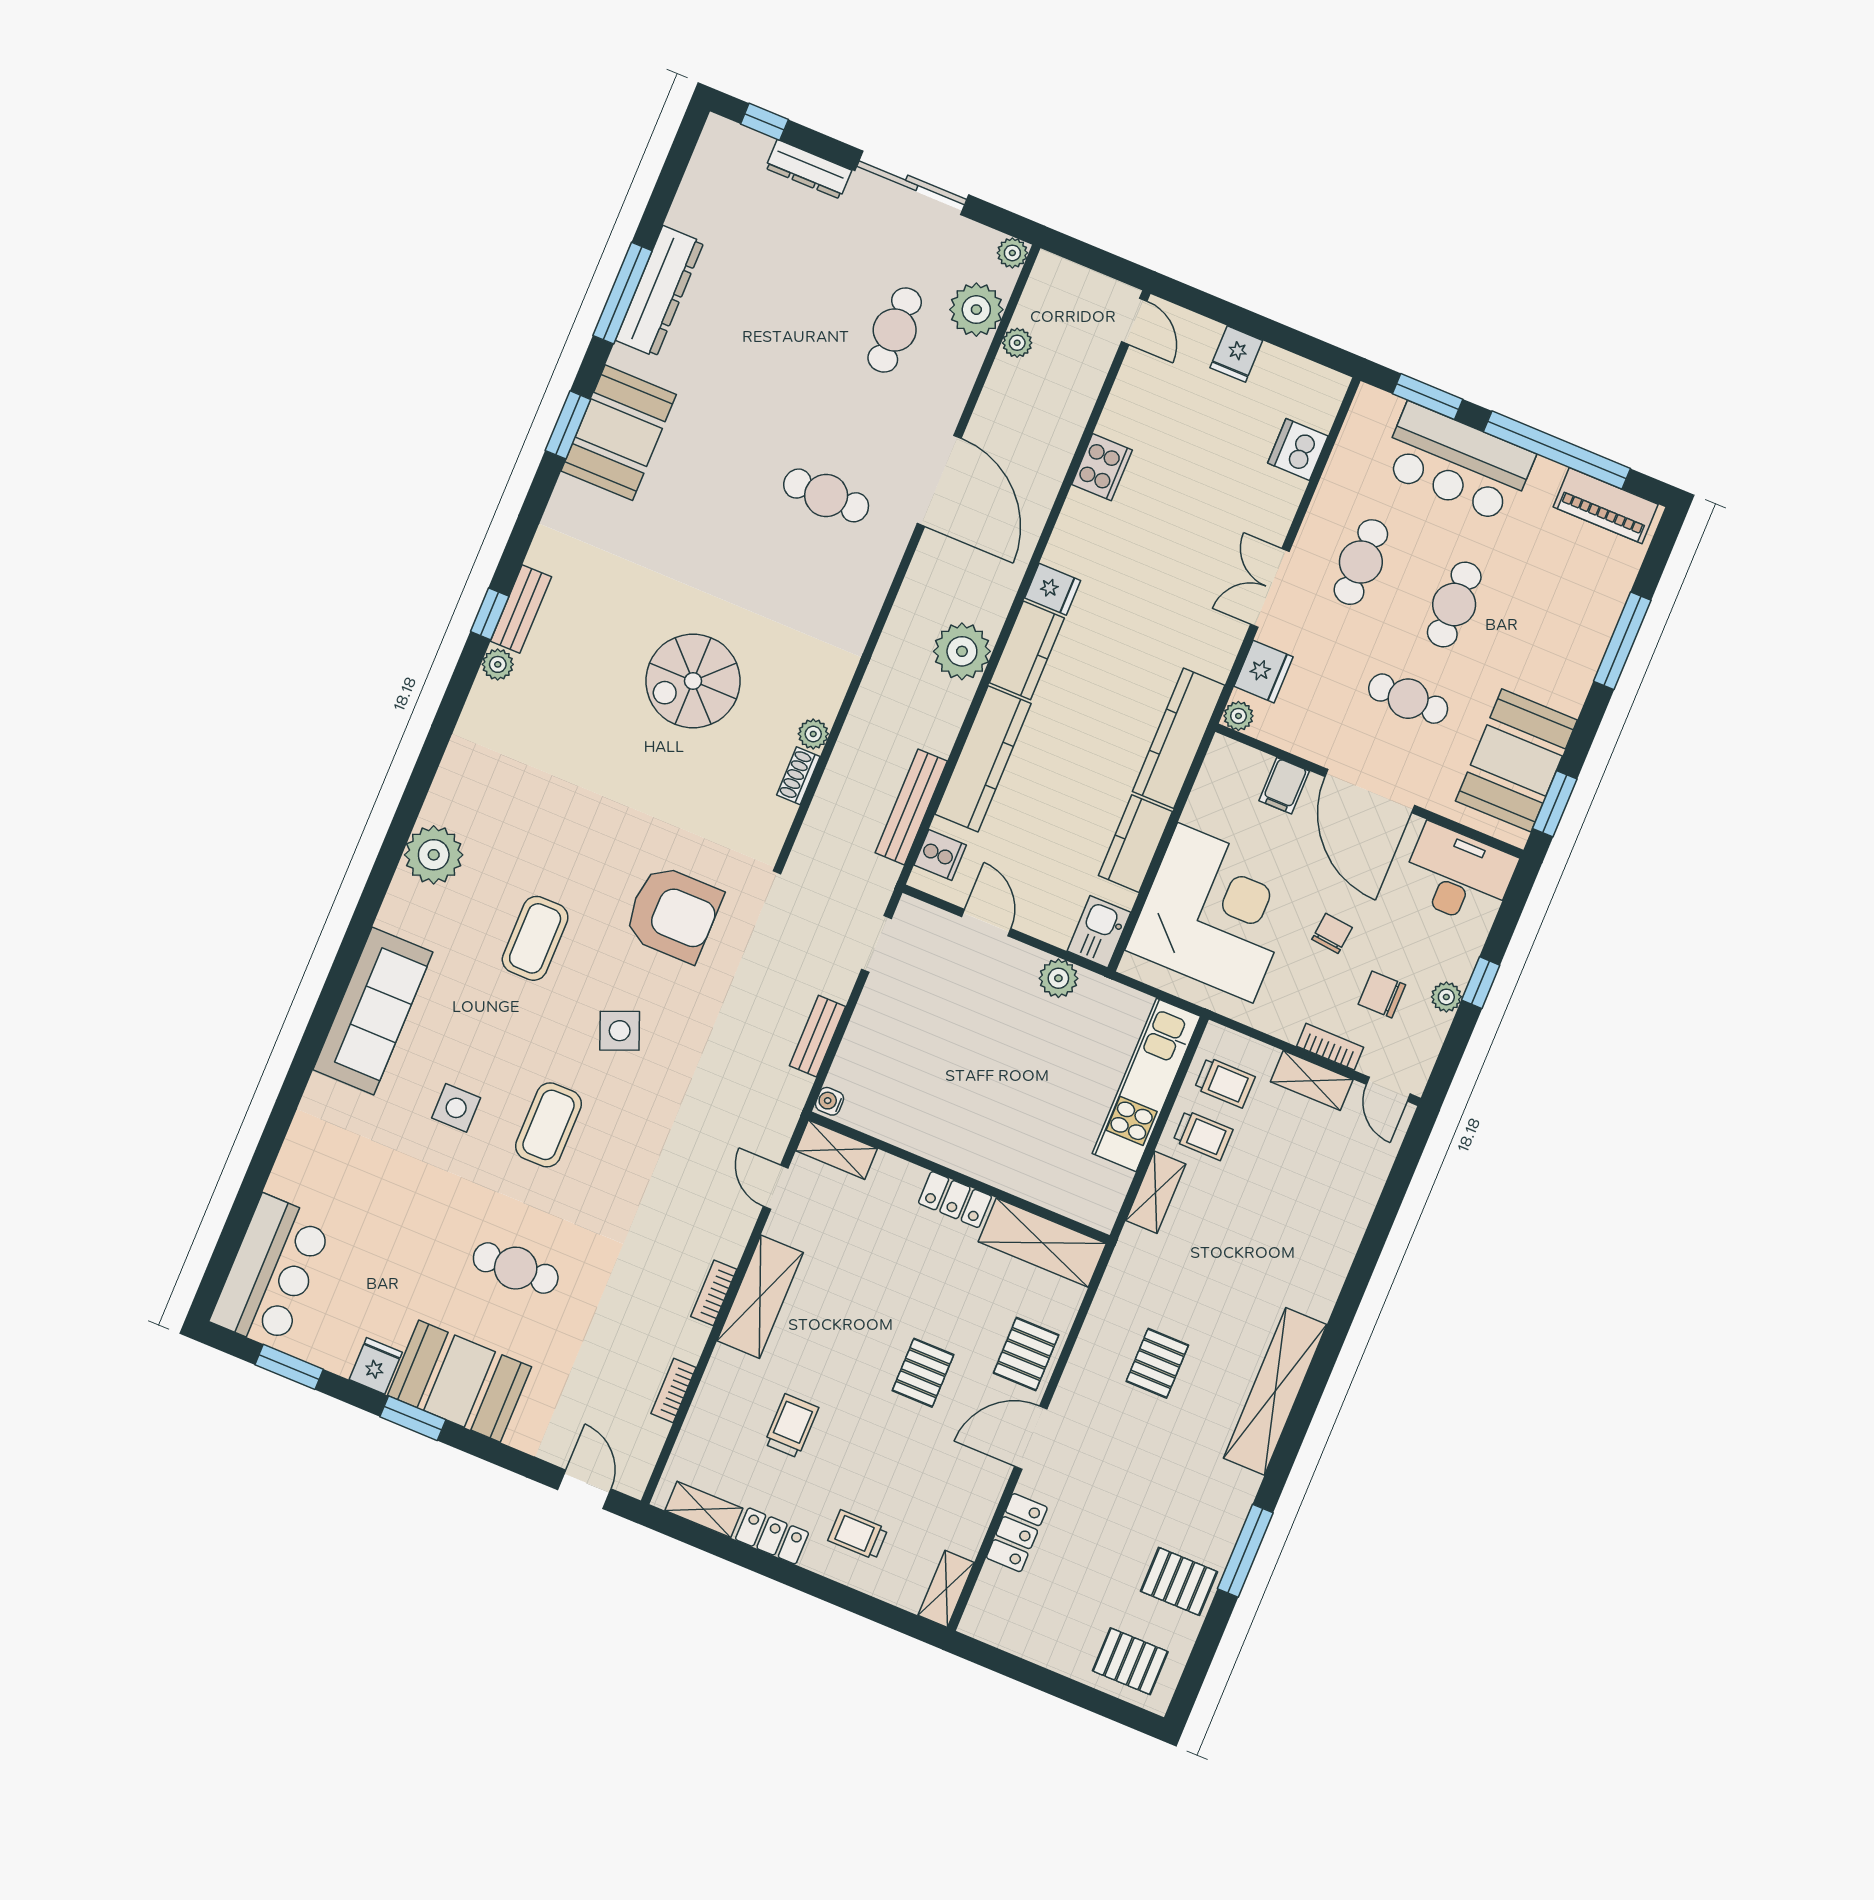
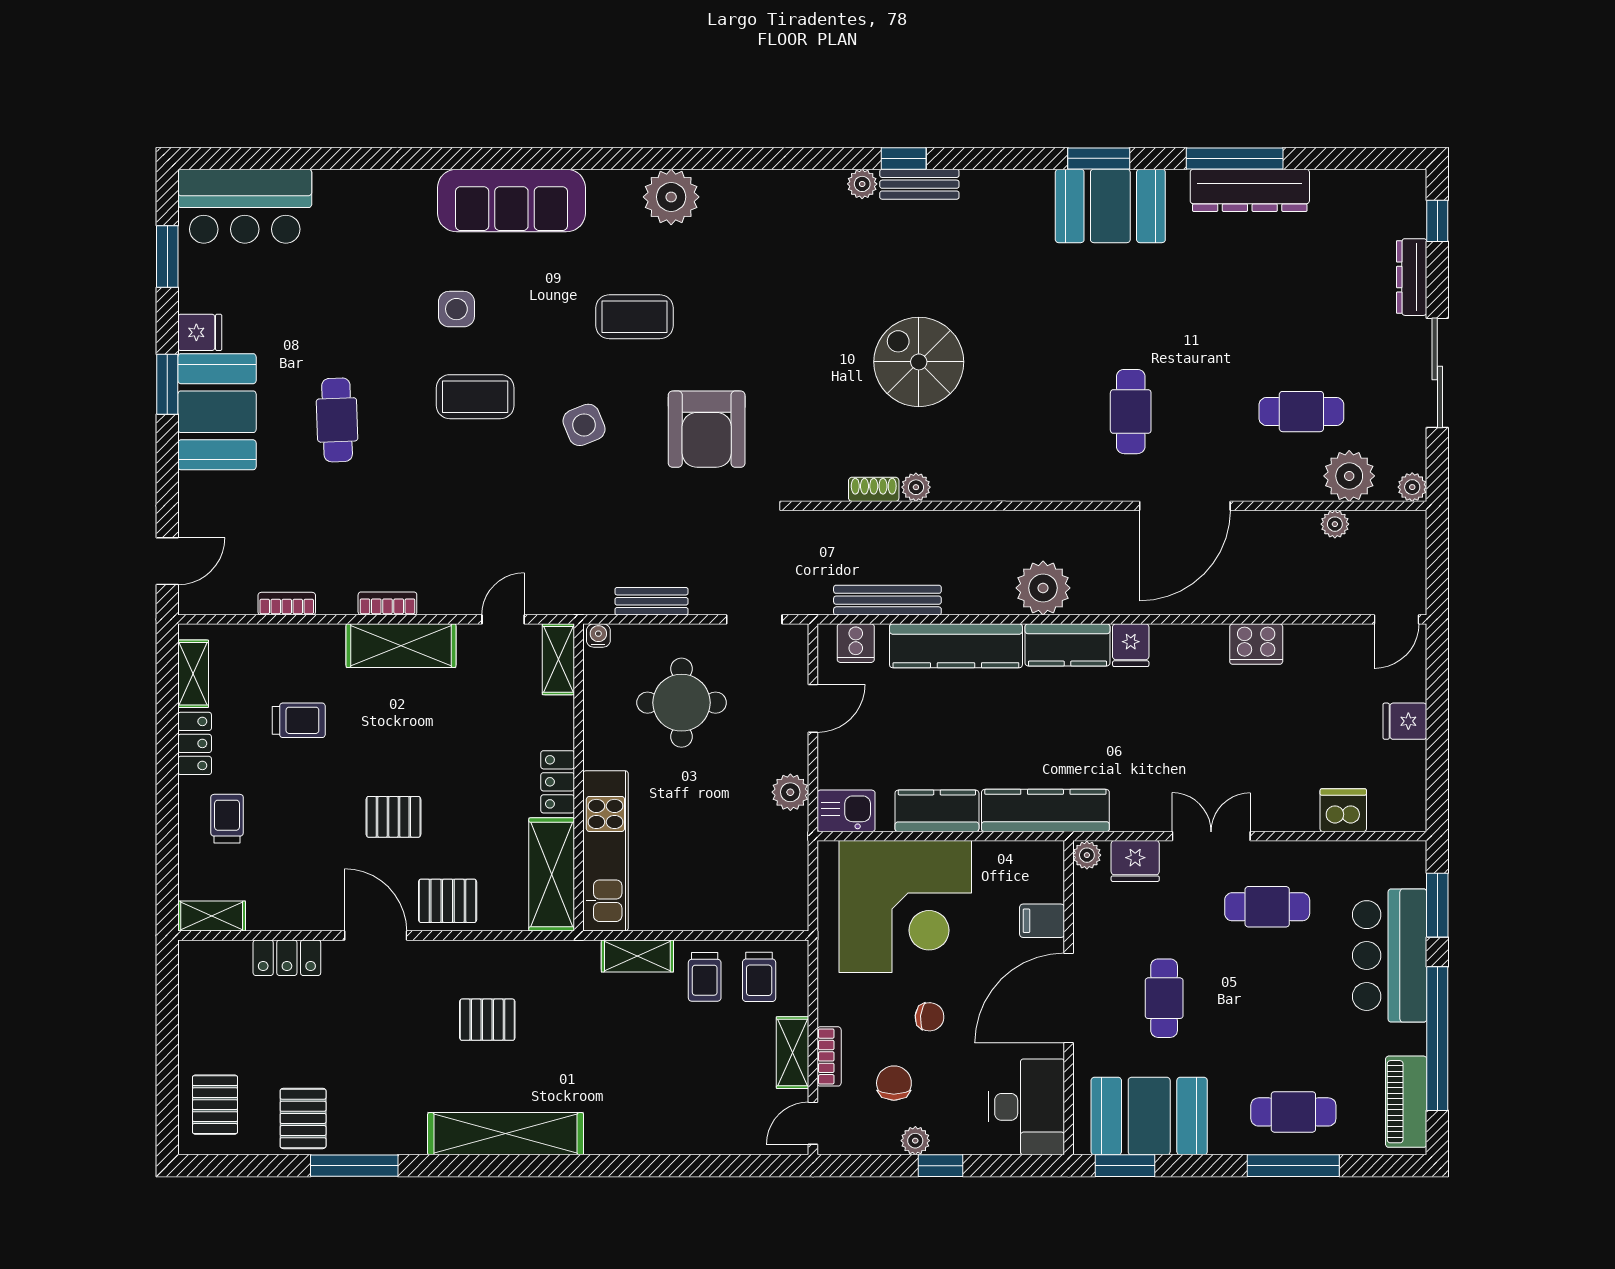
cafe table: (1454, 604) -> (1293, 1112), moved
round table: (928, 1048) -> (682, 703), added
kitchen unit: (1146, 1085) -> (605, 851), moved, turned 90

